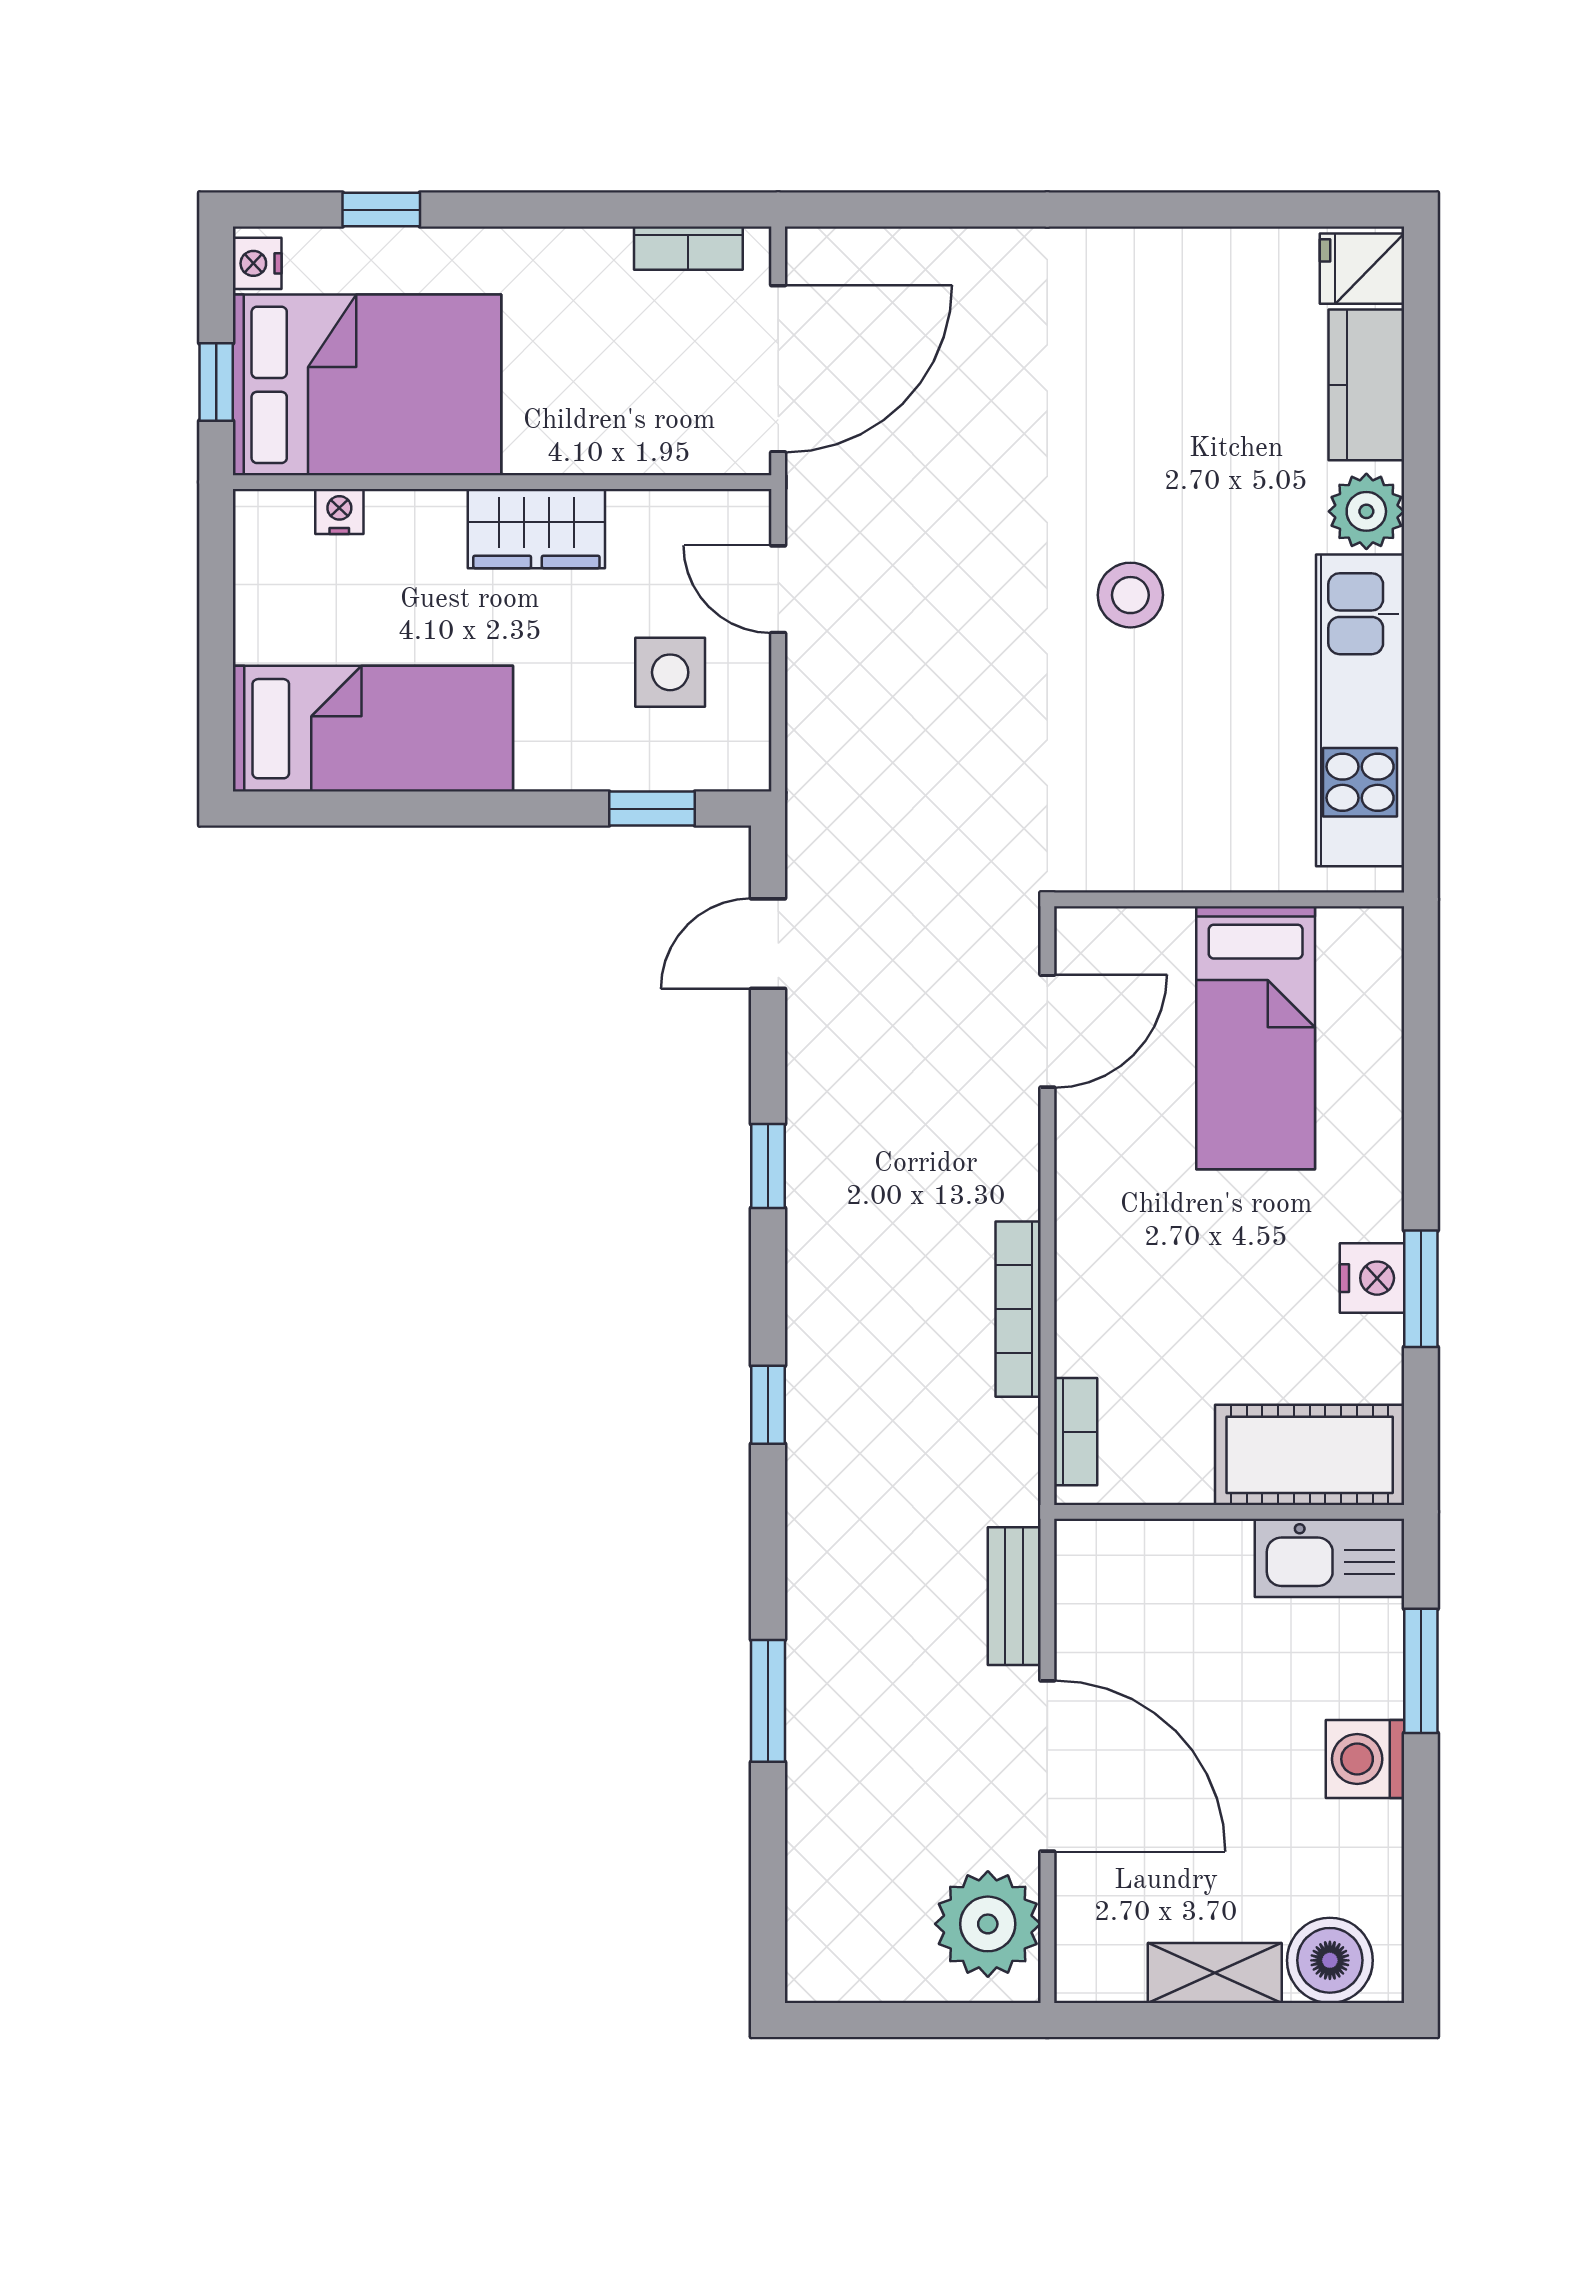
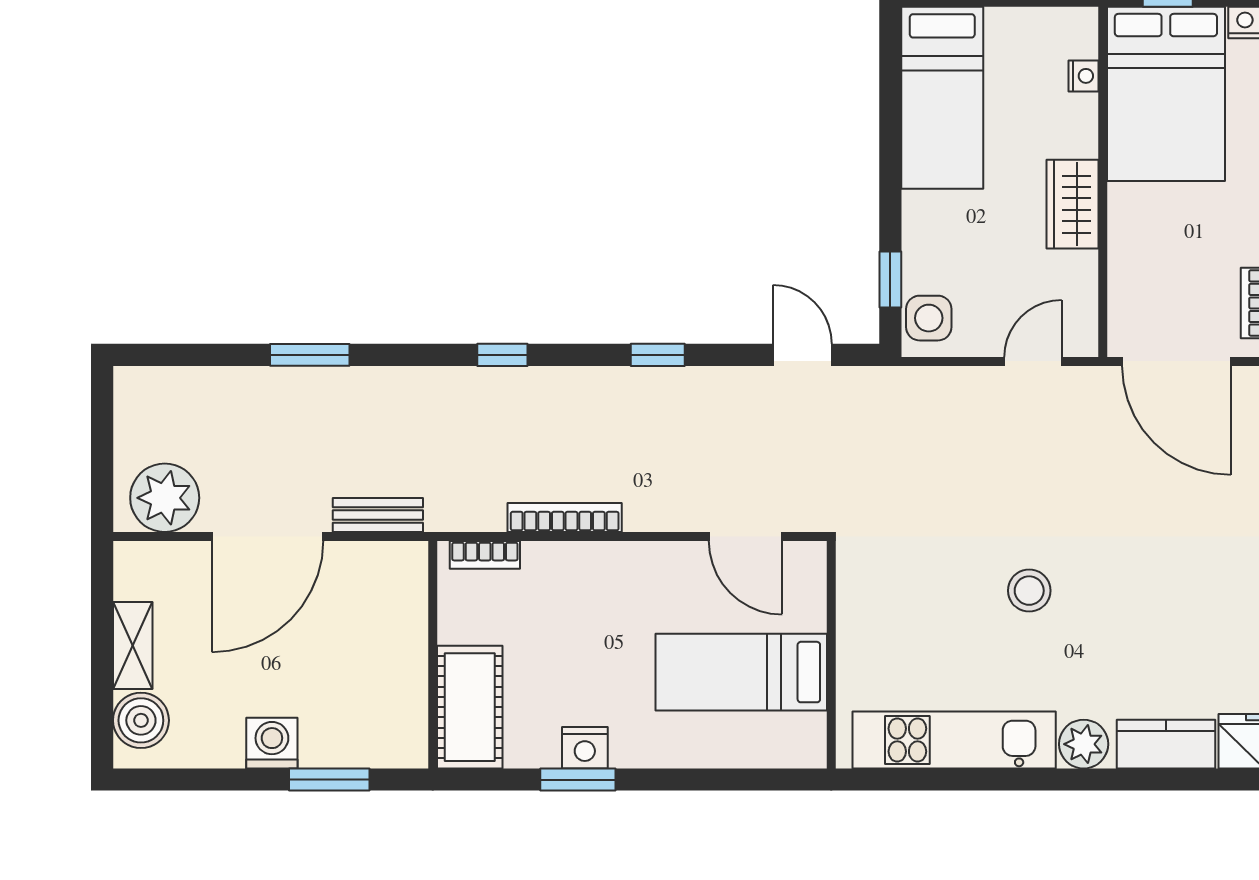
side table: (670, 672) -> (929, 318), moved
kitchen sink: (1329, 1558) -> (403, 720), removed

